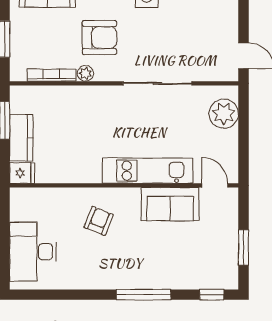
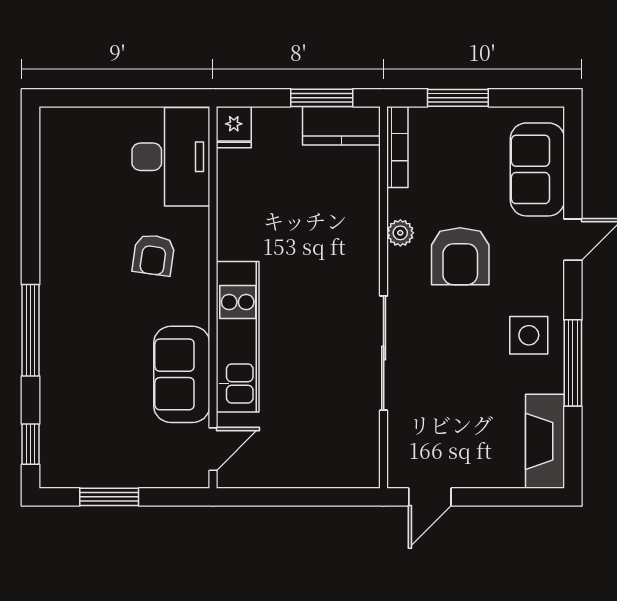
bookcase: (51, 75) -> (397, 147), moved
plant: (224, 114) -> (333, 464), removed
kitchen counter: (21, 138) -> (341, 126), moved
armchair: (99, 221) -> (154, 255), turned 76
desk: (33, 252) -> (171, 157), moved, turned 90

